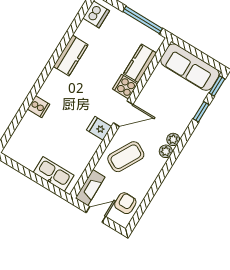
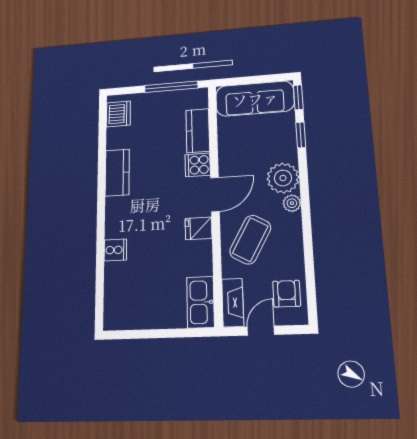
plant: (173, 139) -> (283, 178), width x1.87, depth x1.87
kitchen sink: (54, 174) -> (200, 302), moved, turned -90

